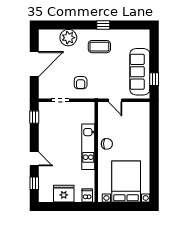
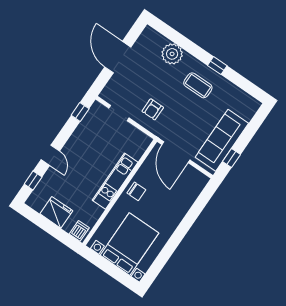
door: (34, 64) -> (118, 57), swing flipped
door: (115, 100) -> (176, 152), width x1.88

